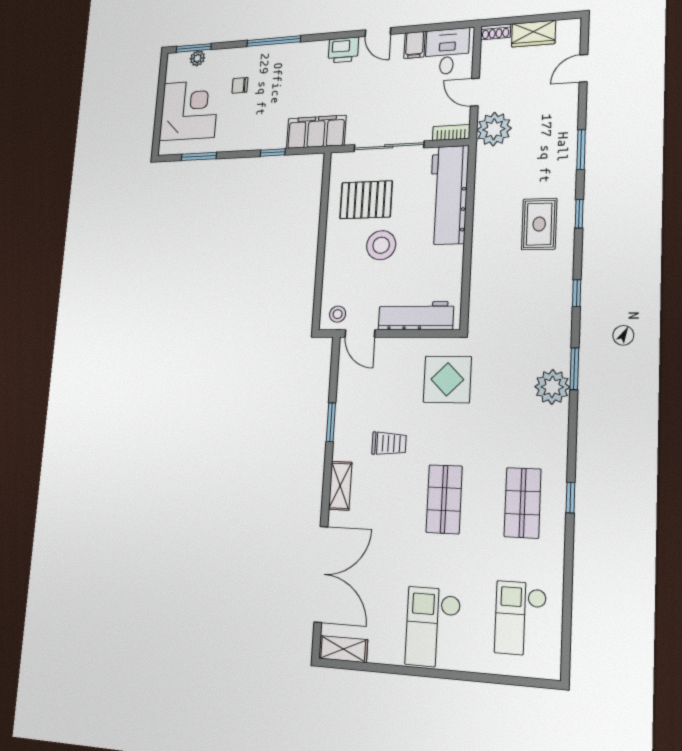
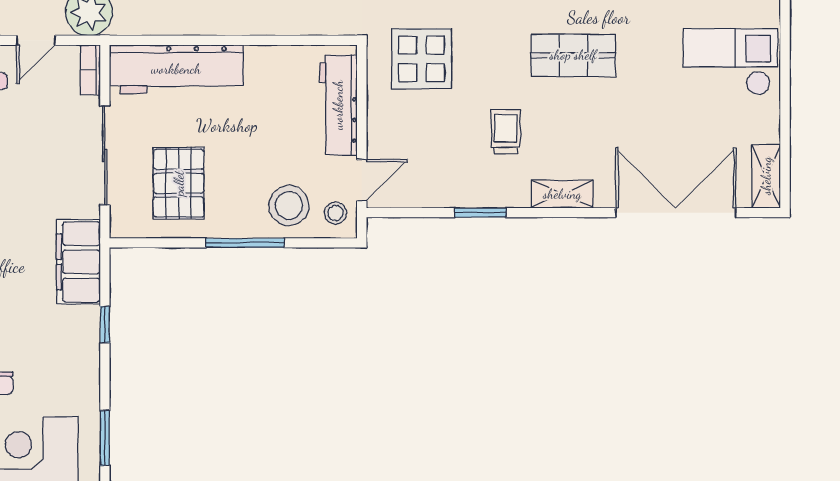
stool: (381, 245) -> (289, 205), moved
window: (321, 249) -> (245, 243), added
checkout: (433, 627) -> (730, 62), turned 180

